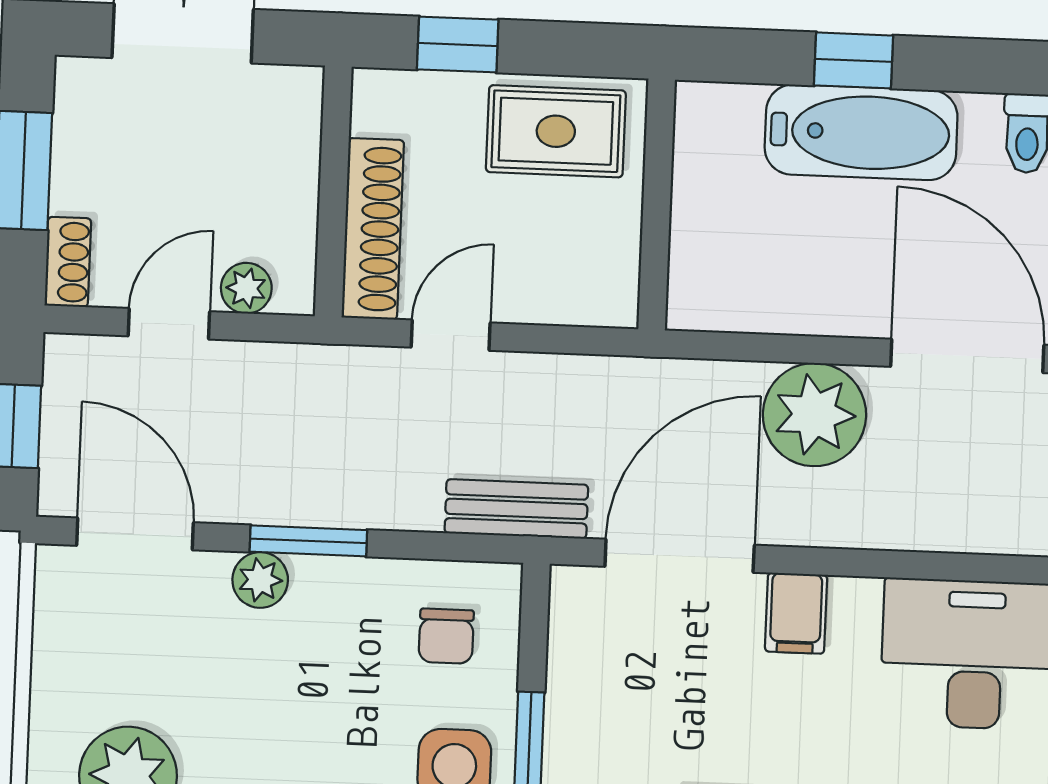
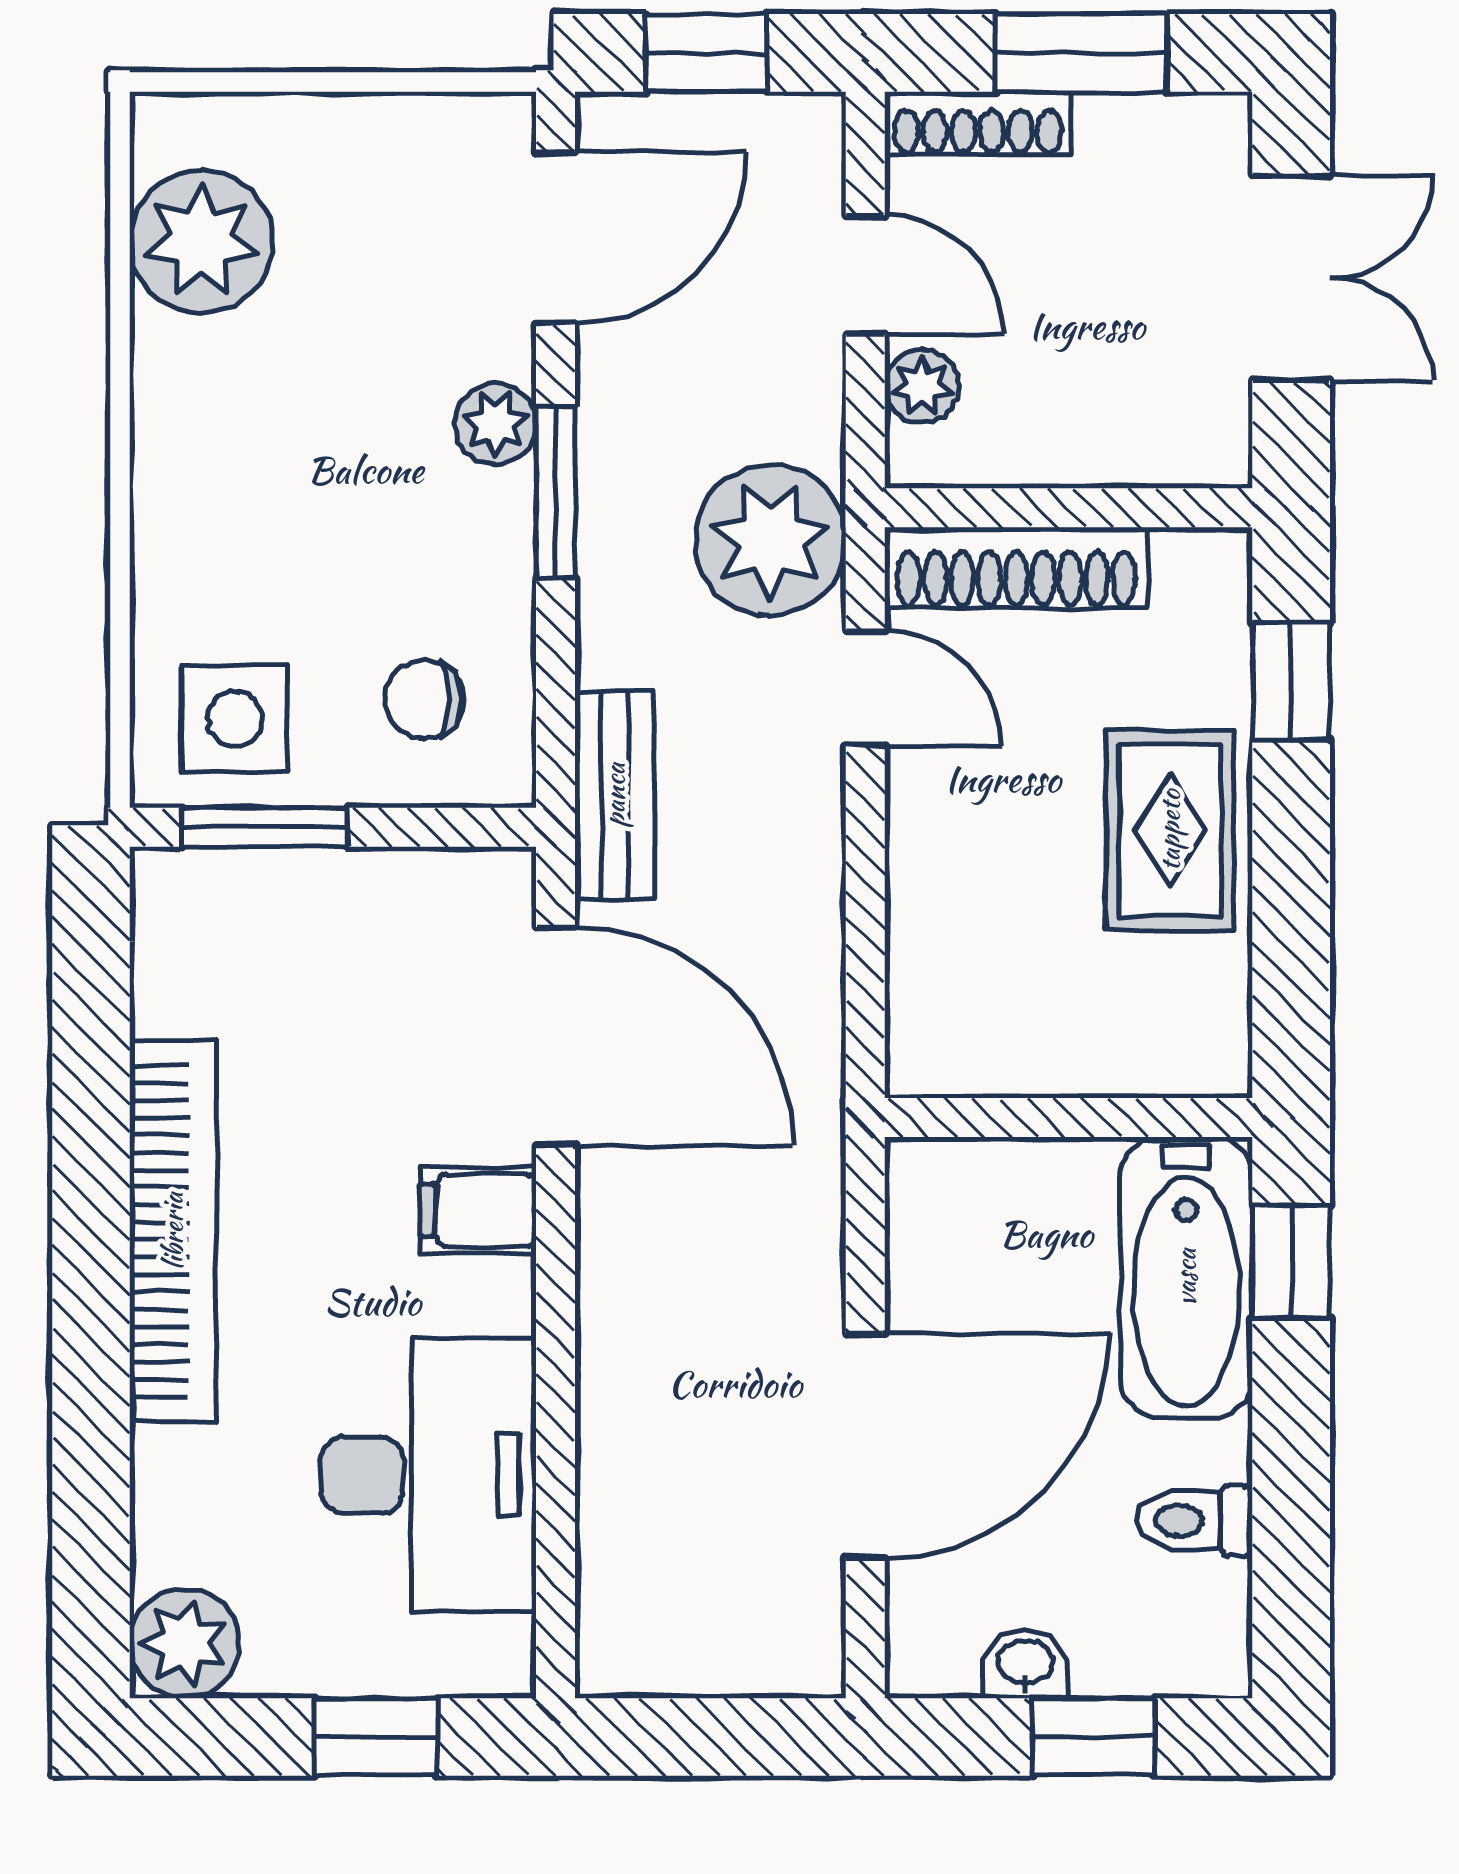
wall: (657, 205) -> (1069, 1118), moved
shoe rack: (68, 262) -> (978, 123), width x1.43
plant: (814, 415) -> (770, 540), moved

